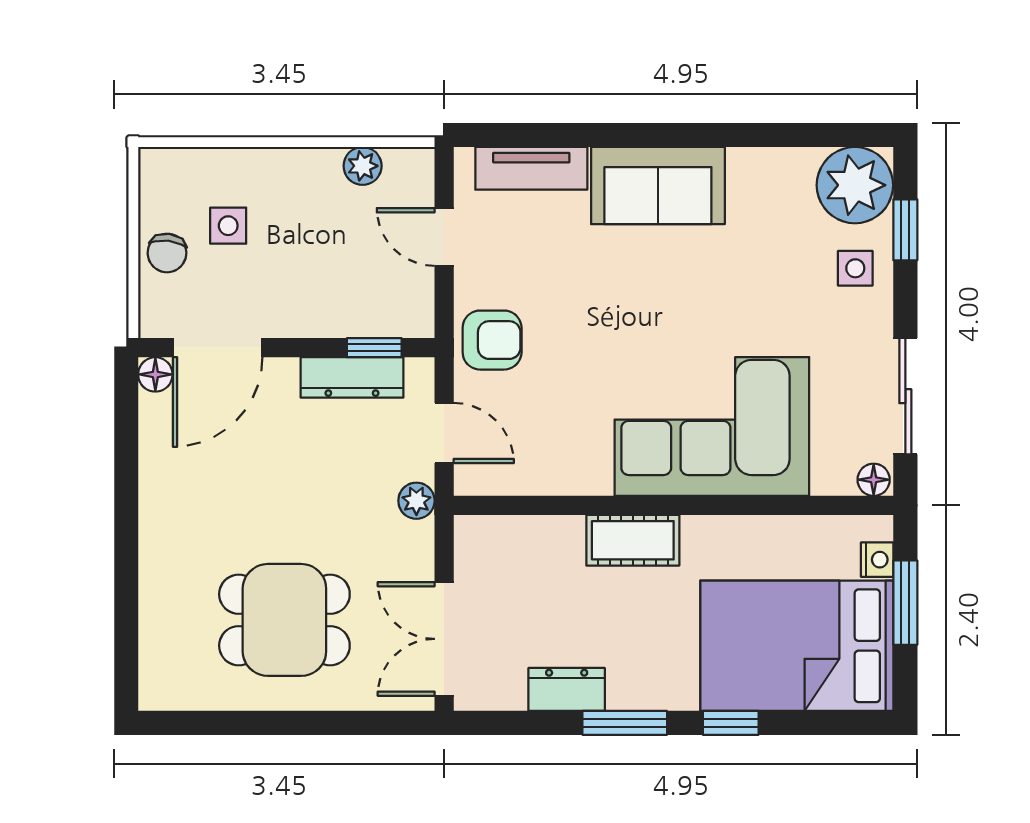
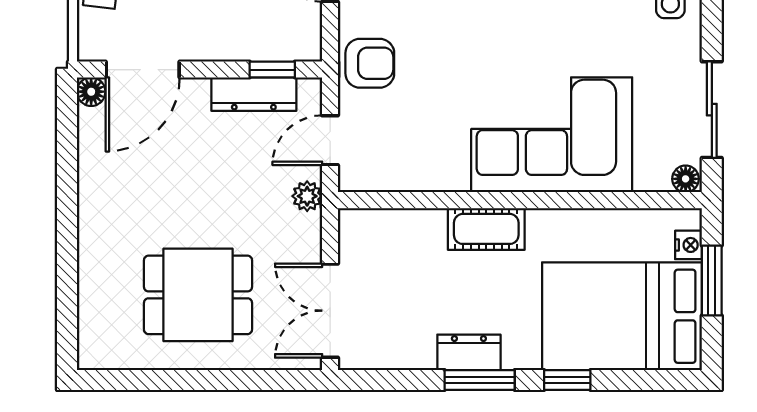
door: (444, 433) -> (330, 140), swing flipped
dresser: (567, 689) -> (469, 352), moved

